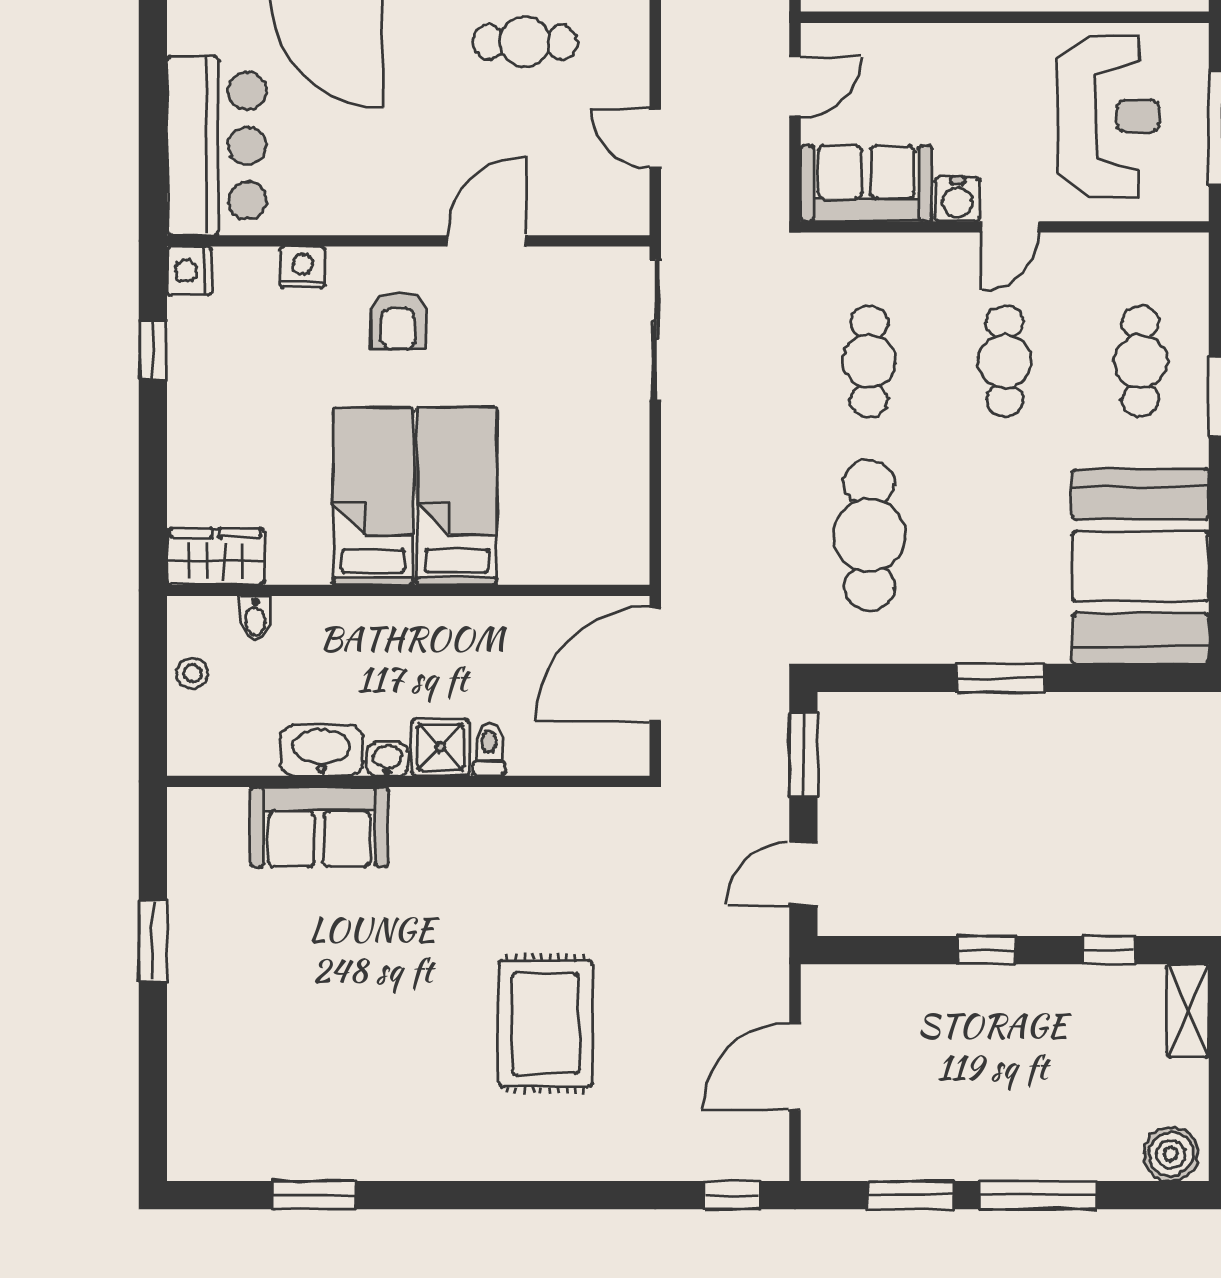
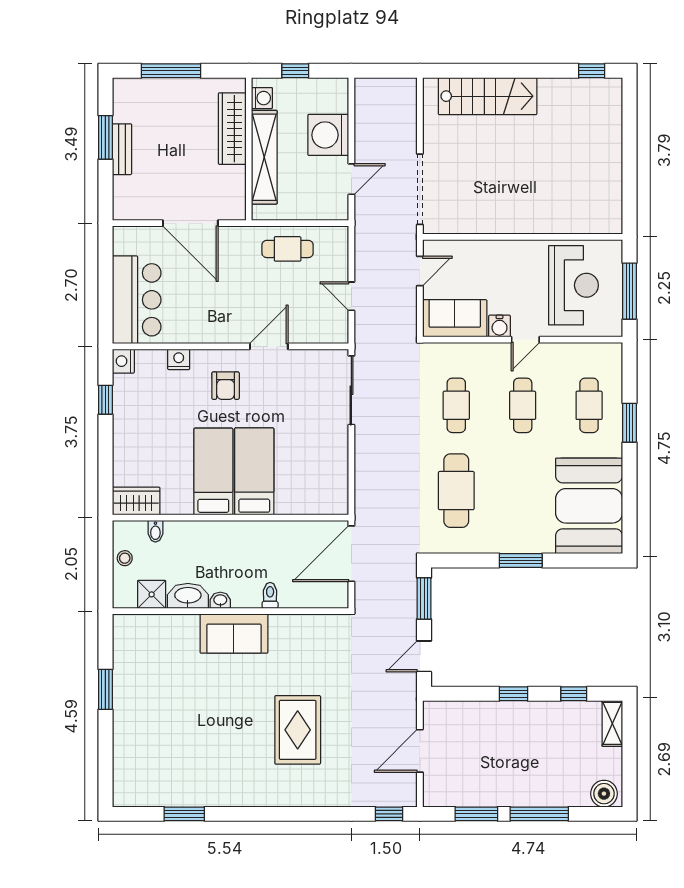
shower: (440, 747) -> (152, 594), moved
sofa: (319, 827) -> (234, 634), moved

